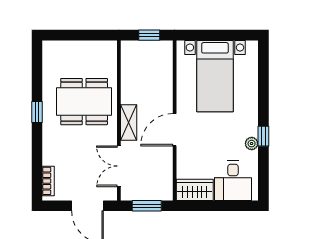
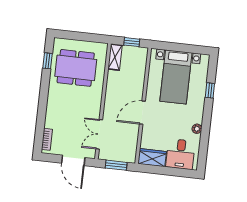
dining table: (84, 102) -> (76, 68), moved
window: (37, 112) -> (48, 61), moved
shelving: (129, 122) -> (115, 57), moved
window: (263, 136) -> (210, 90), moved

